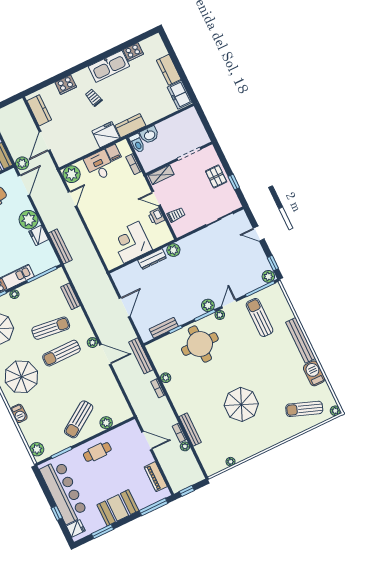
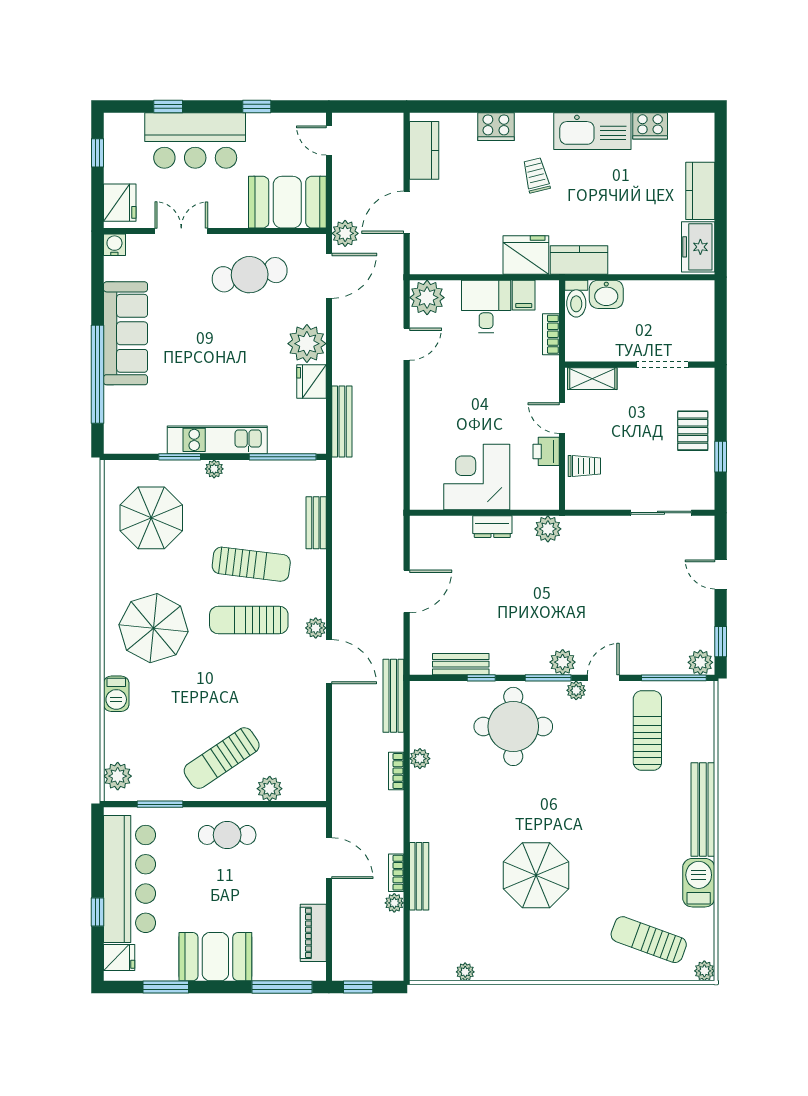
dresser: (152, 259) -> (492, 527), width x0.70

